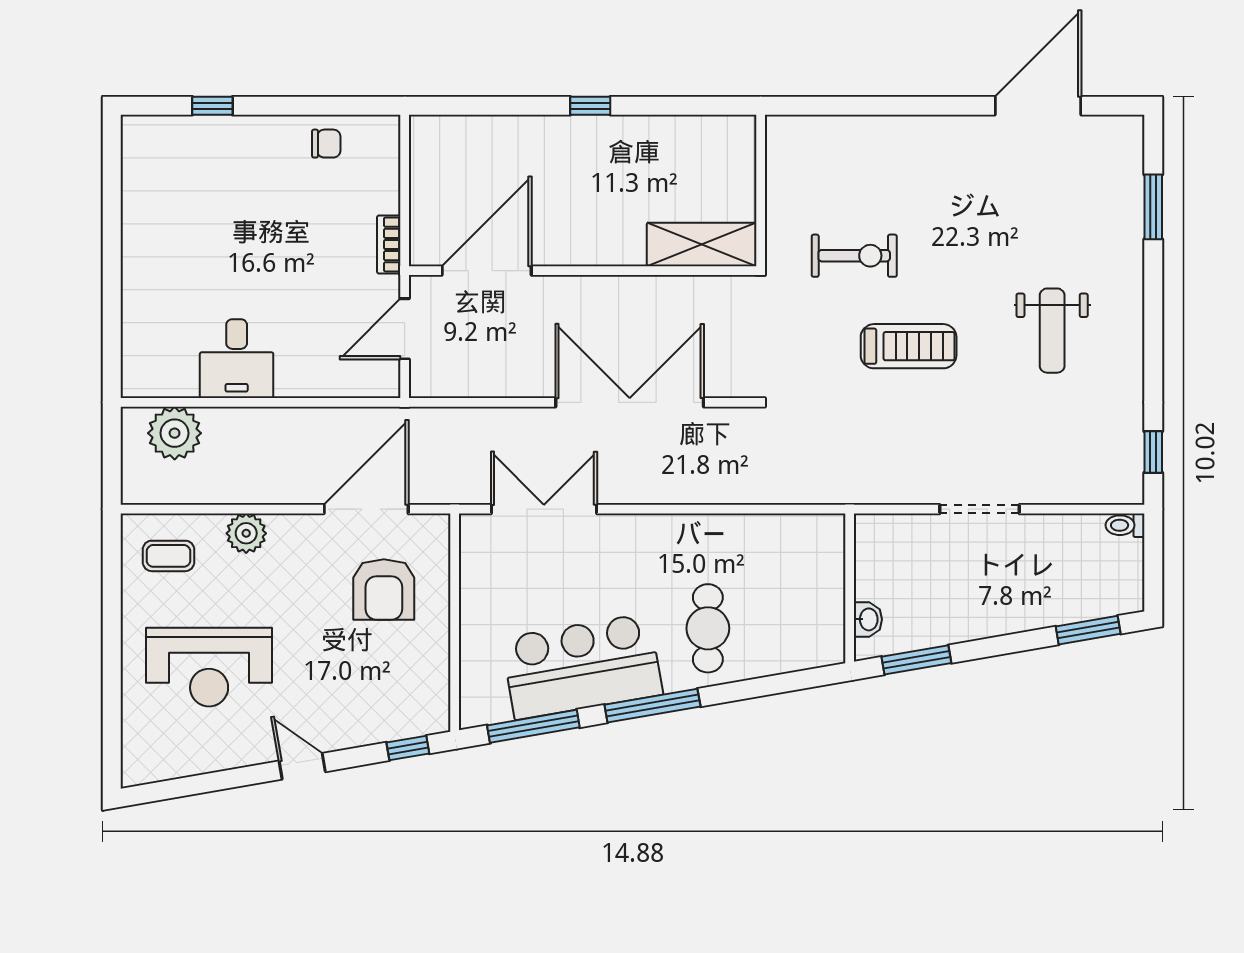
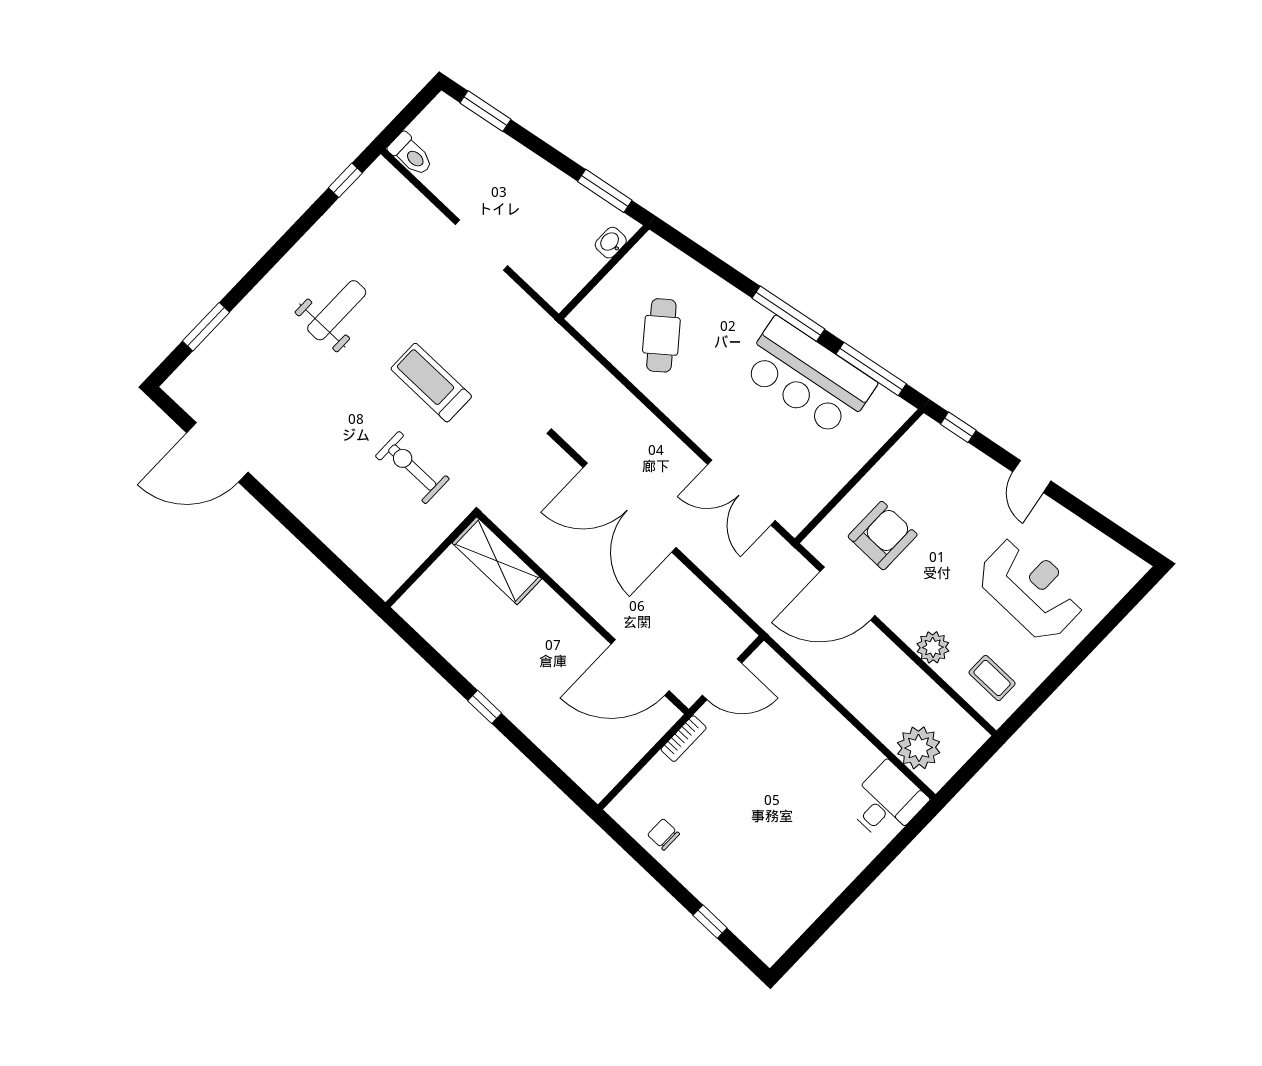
desk: (237, 359) -> (887, 802), moved
toilet: (1125, 525) -> (411, 154), width x1.37, depth x1.39
cafe table: (708, 628) -> (661, 335), moved, turned -39

